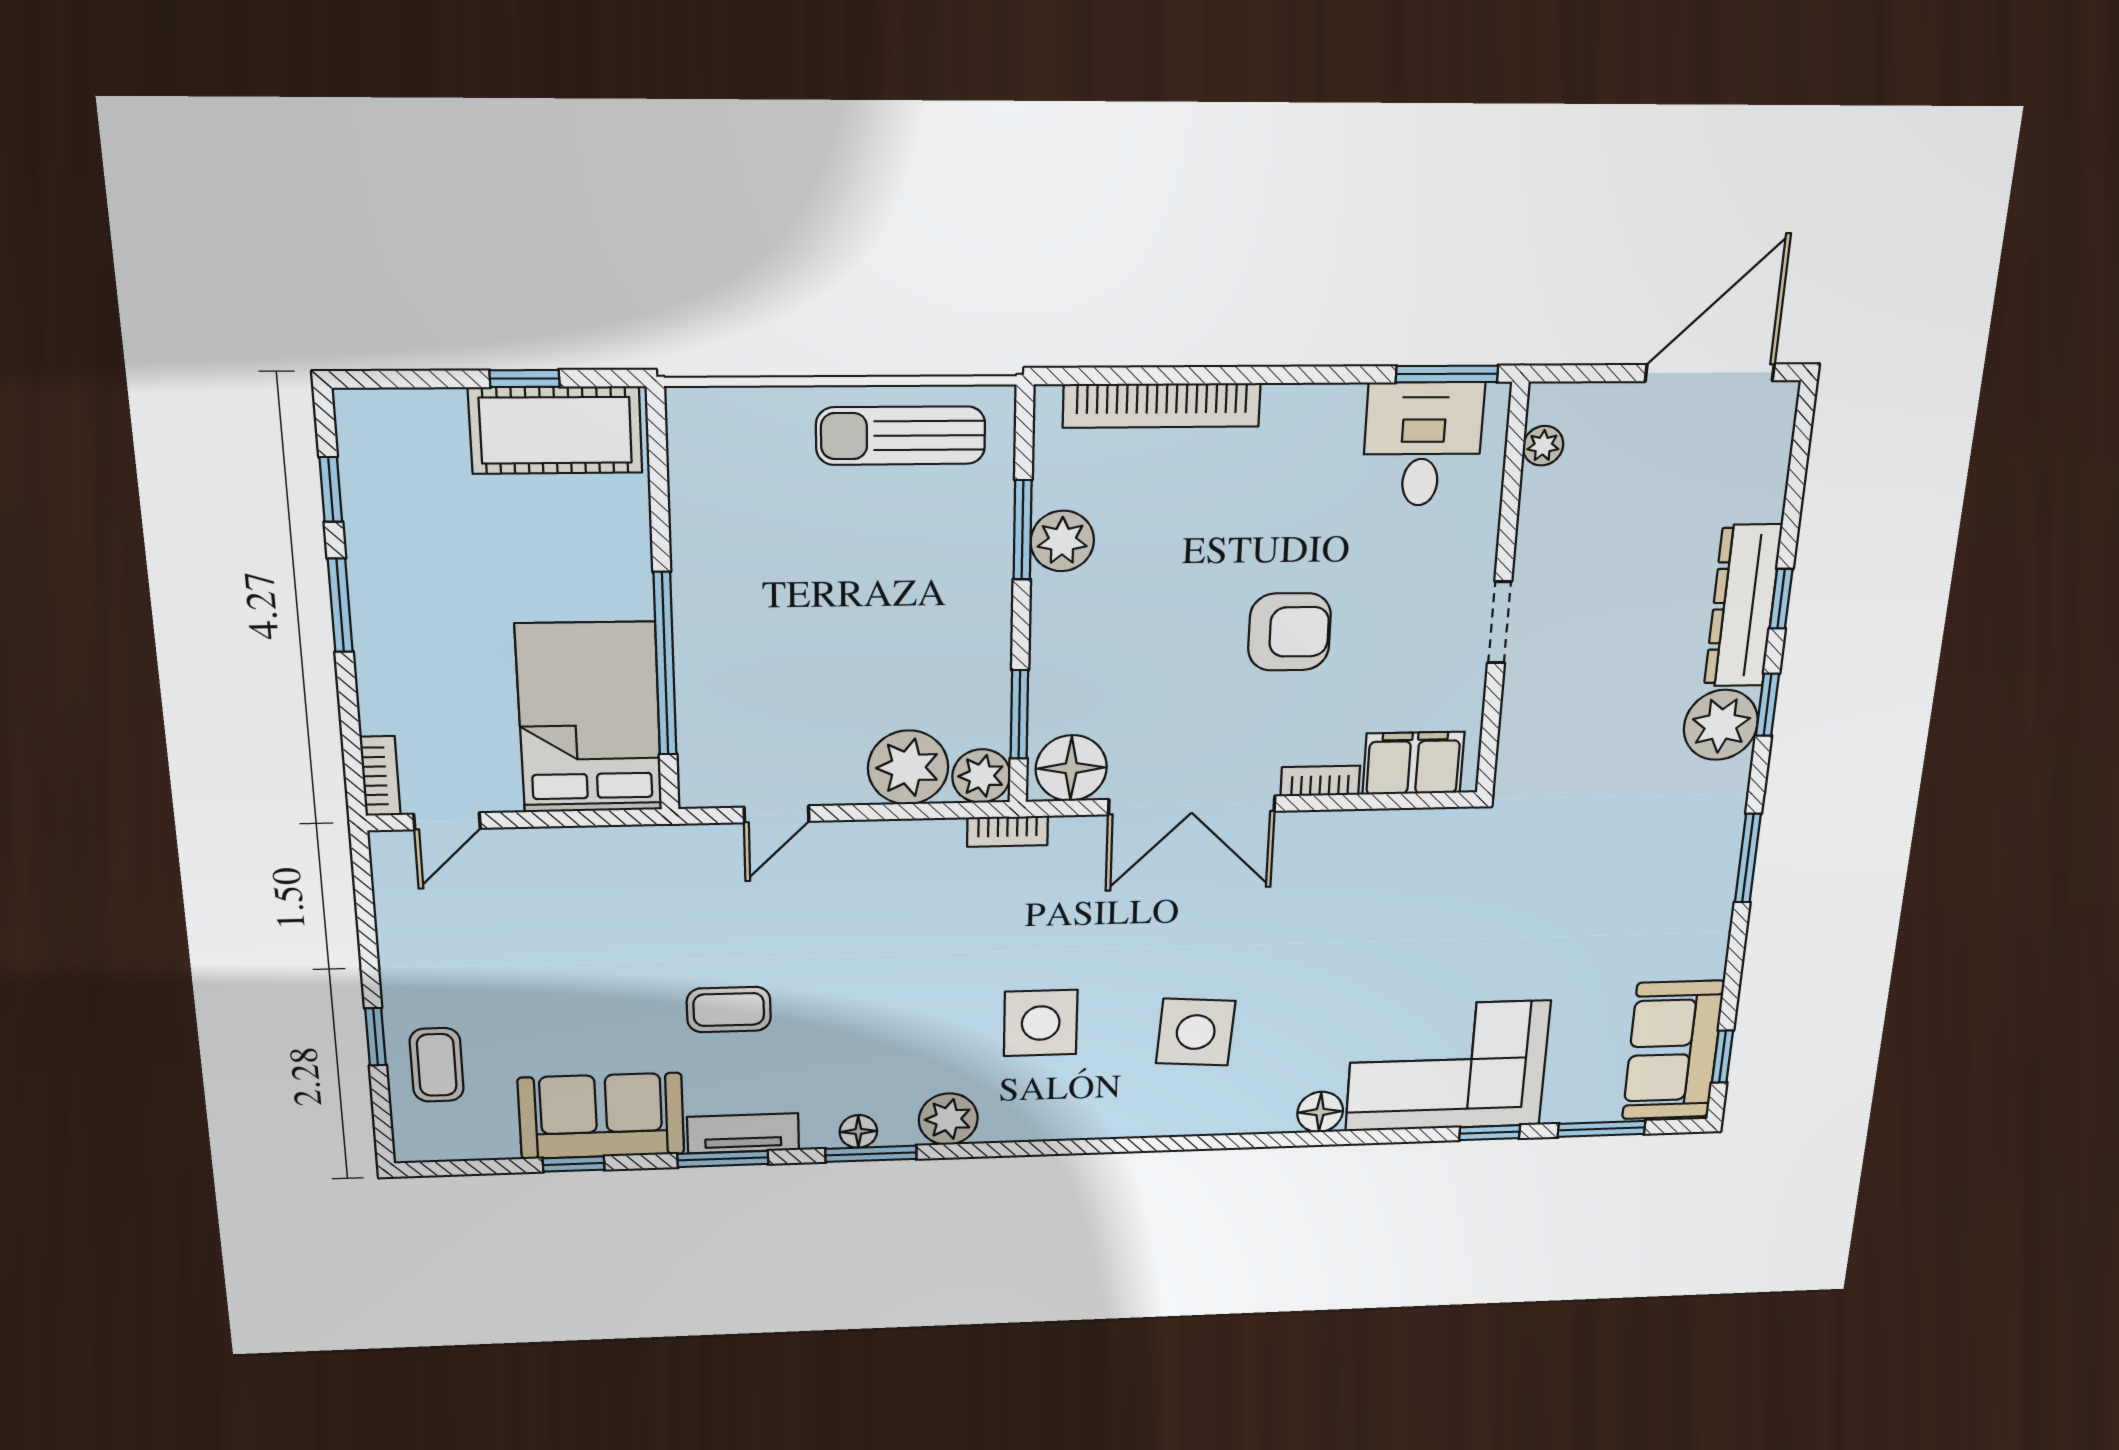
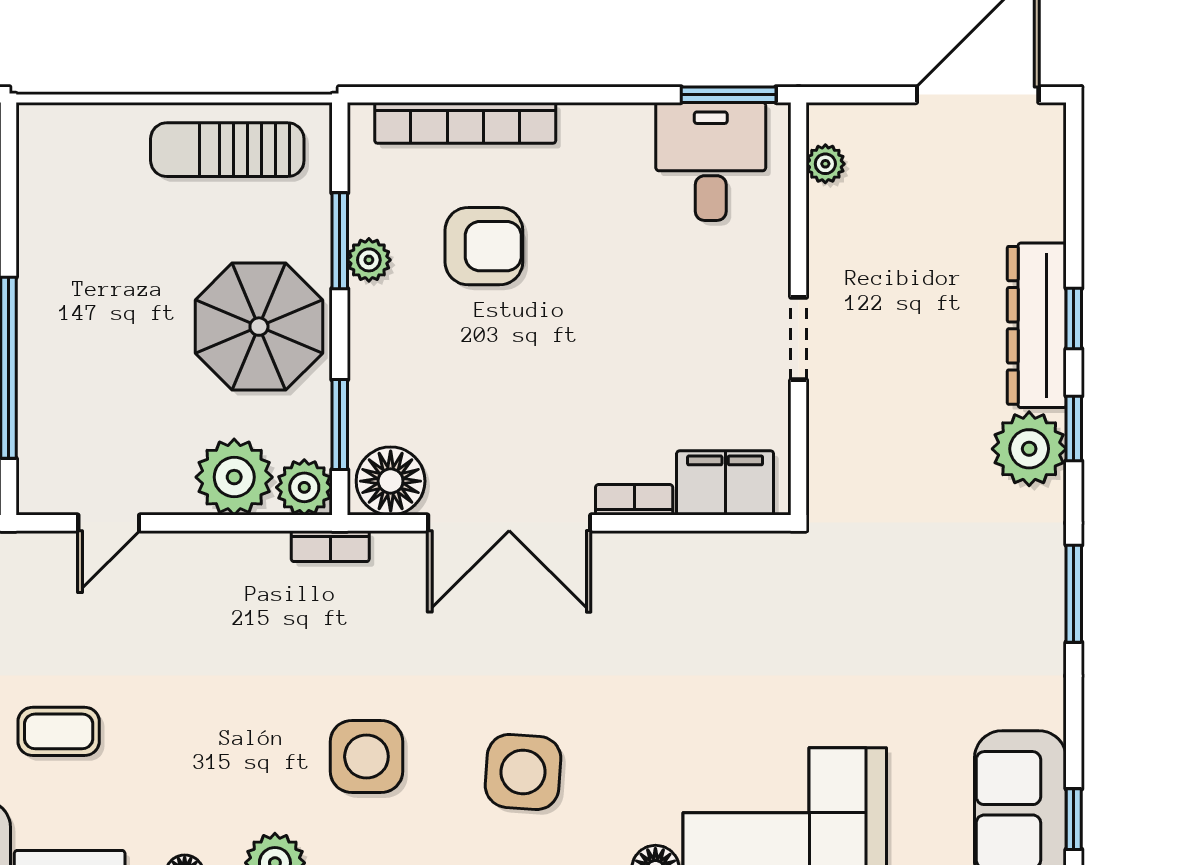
plant: (1062, 541) -> (369, 260), width x0.73, depth x0.73
parasol: (935, 619) -> (259, 327), added
armchair: (1289, 632) -> (484, 246), moved

